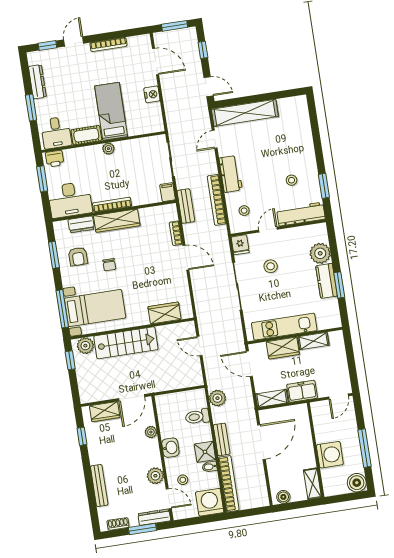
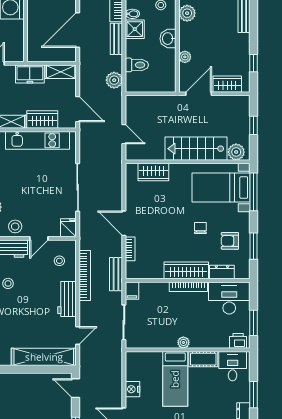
armchair: (78, 256) -> (230, 241), turned -90
stool: (271, 266) -> (15, 226), moved
window: (70, 360) -> (253, 125), moved

